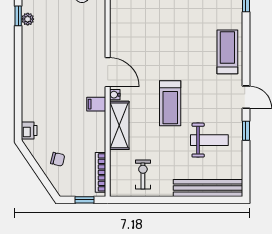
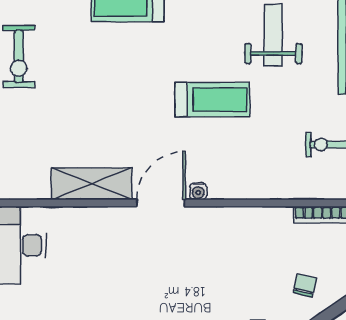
filing cabinet: (96, 104) -> (214, 222), removed
shelving: (119, 125) -> (92, 184), moved

